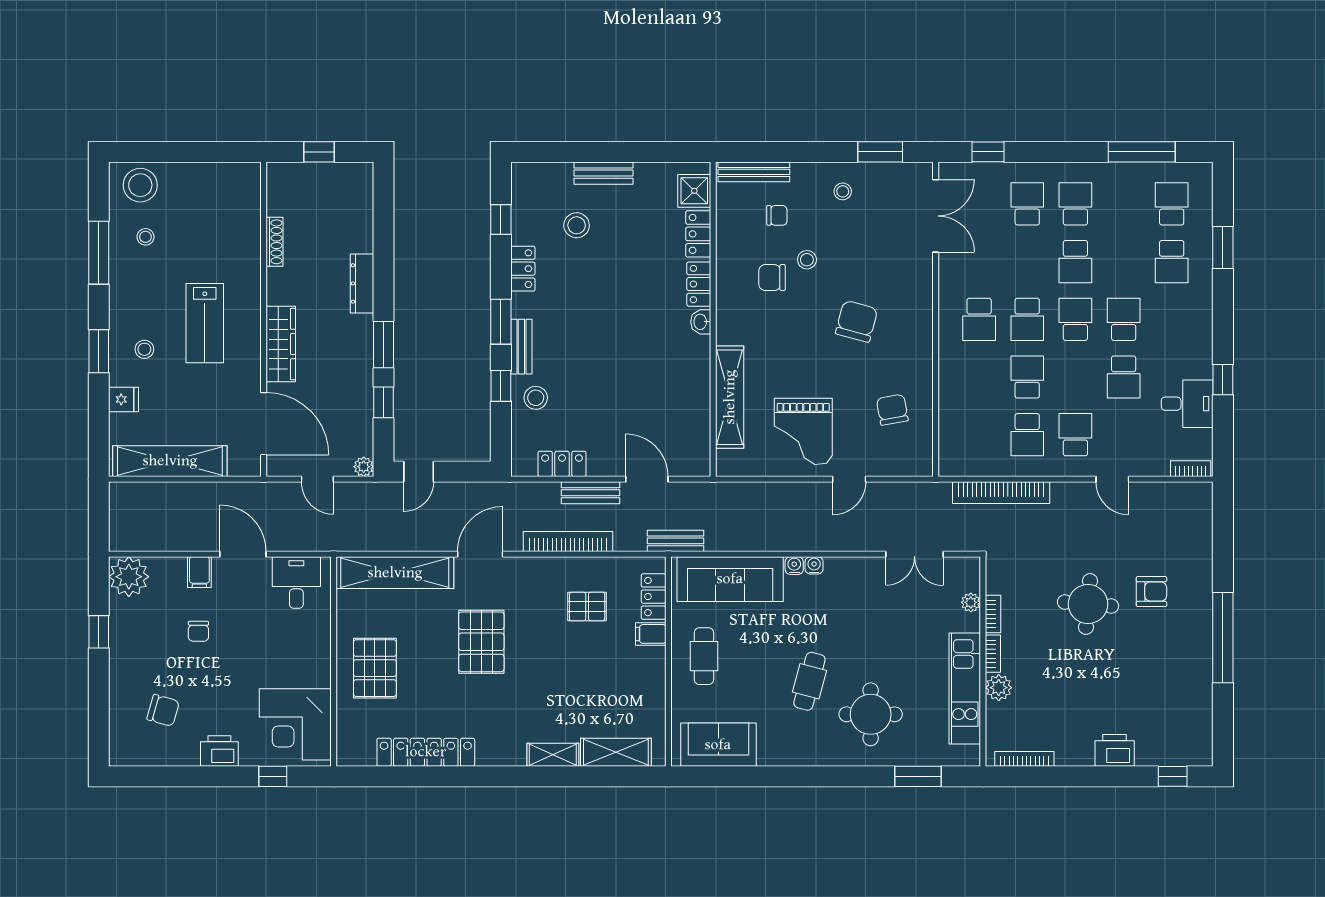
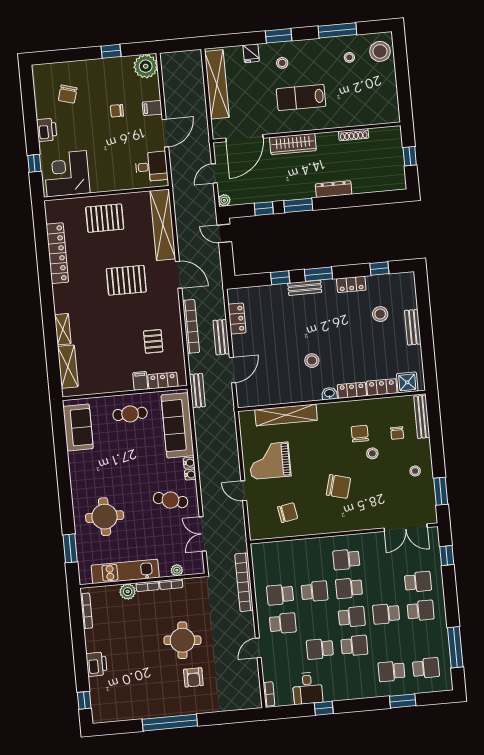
stool: (536, 398) -> (312, 361), moved
cafe table: (809, 681) -> (171, 500), moved

